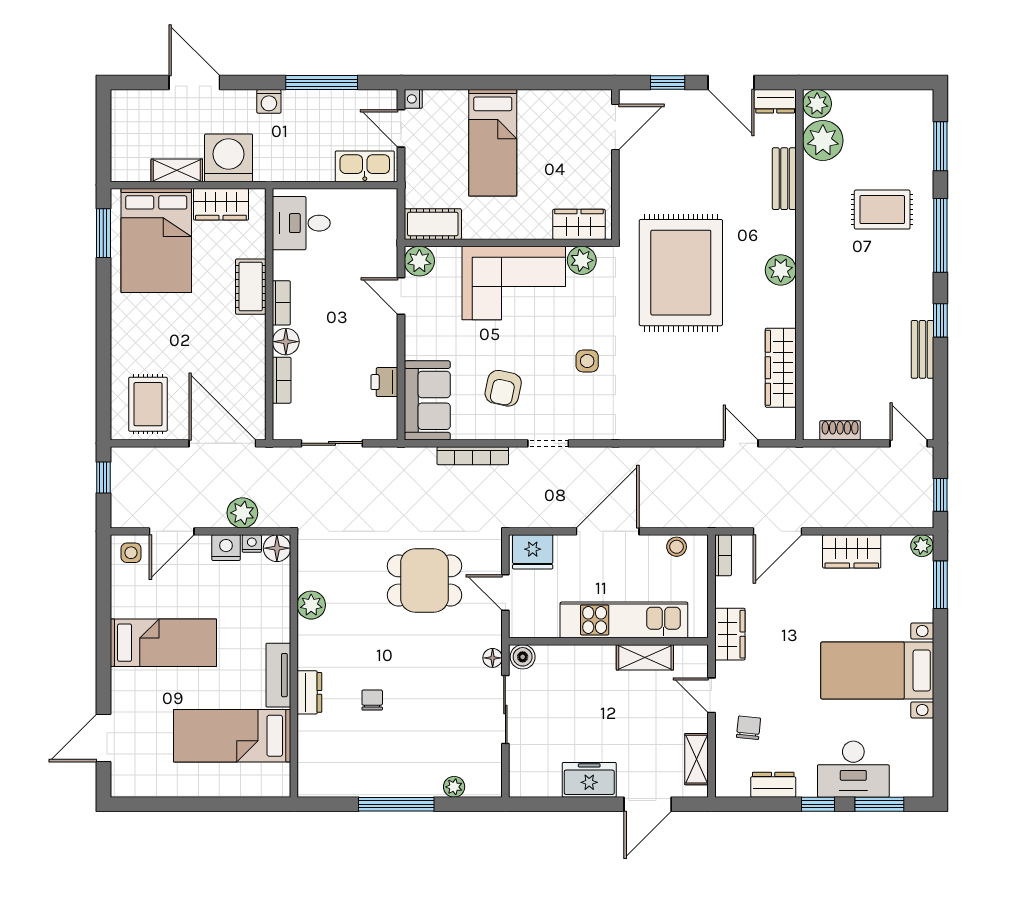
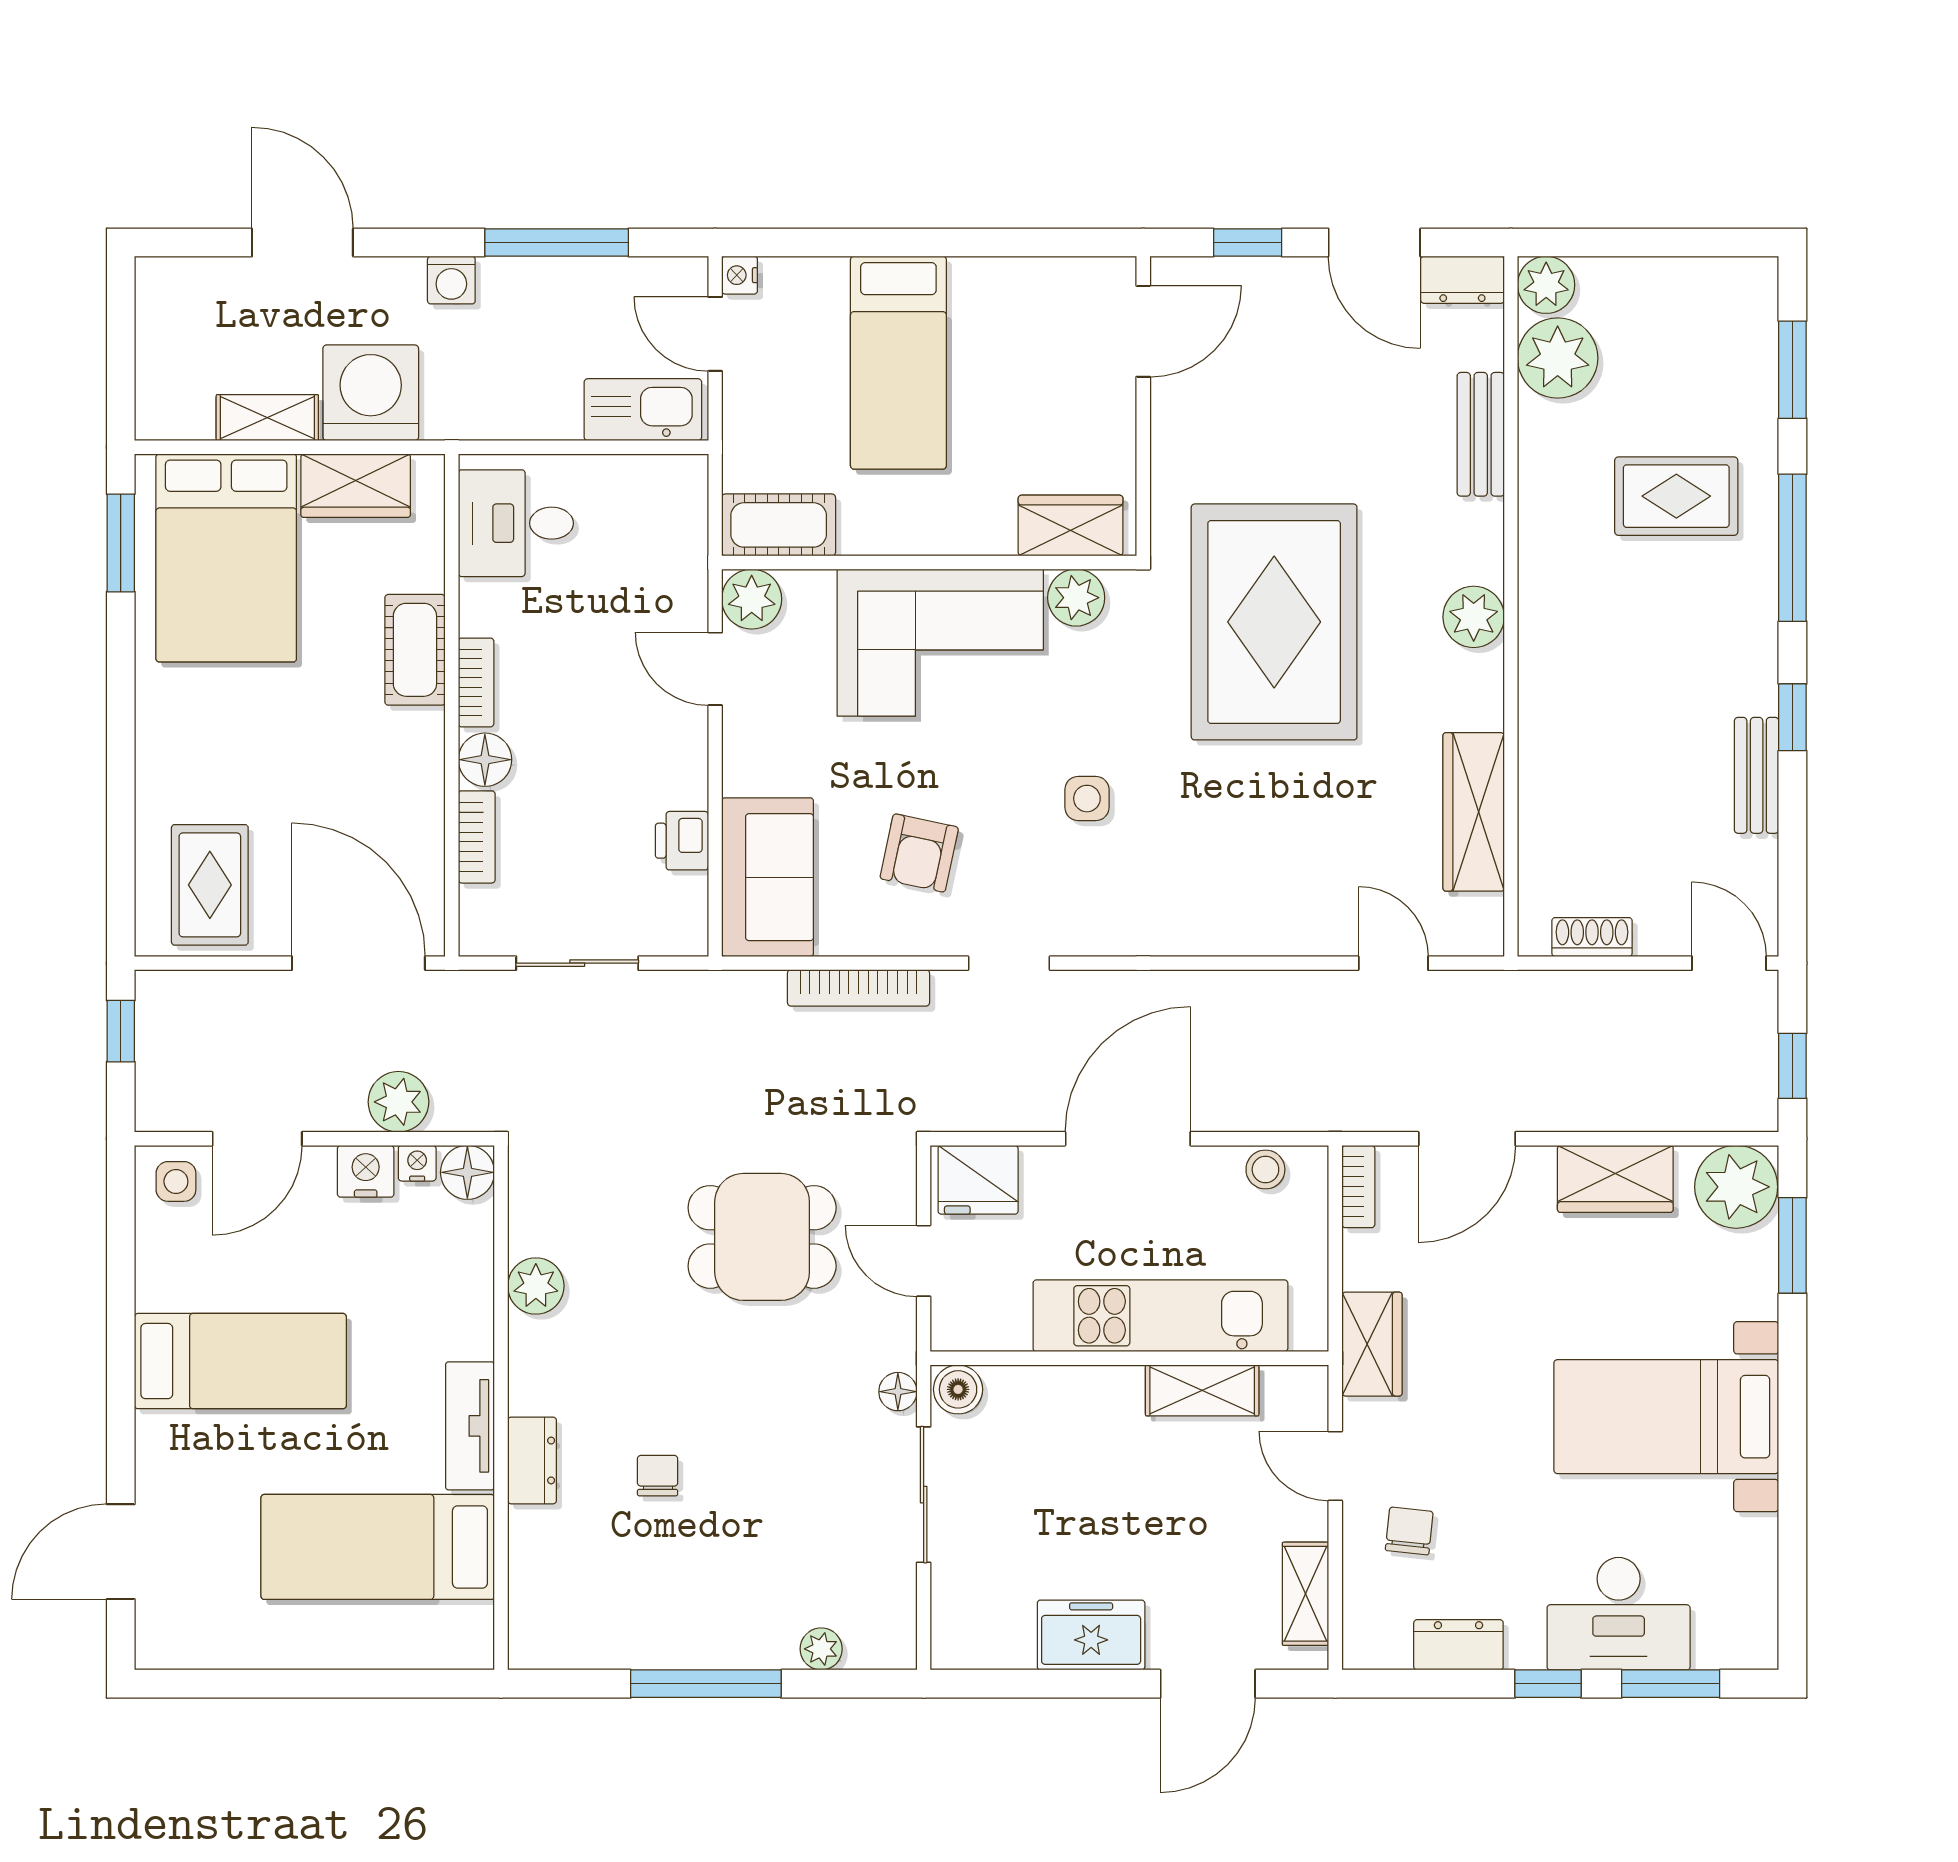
plant: (922, 546) -> (1736, 1187), width x1.87, depth x1.87

